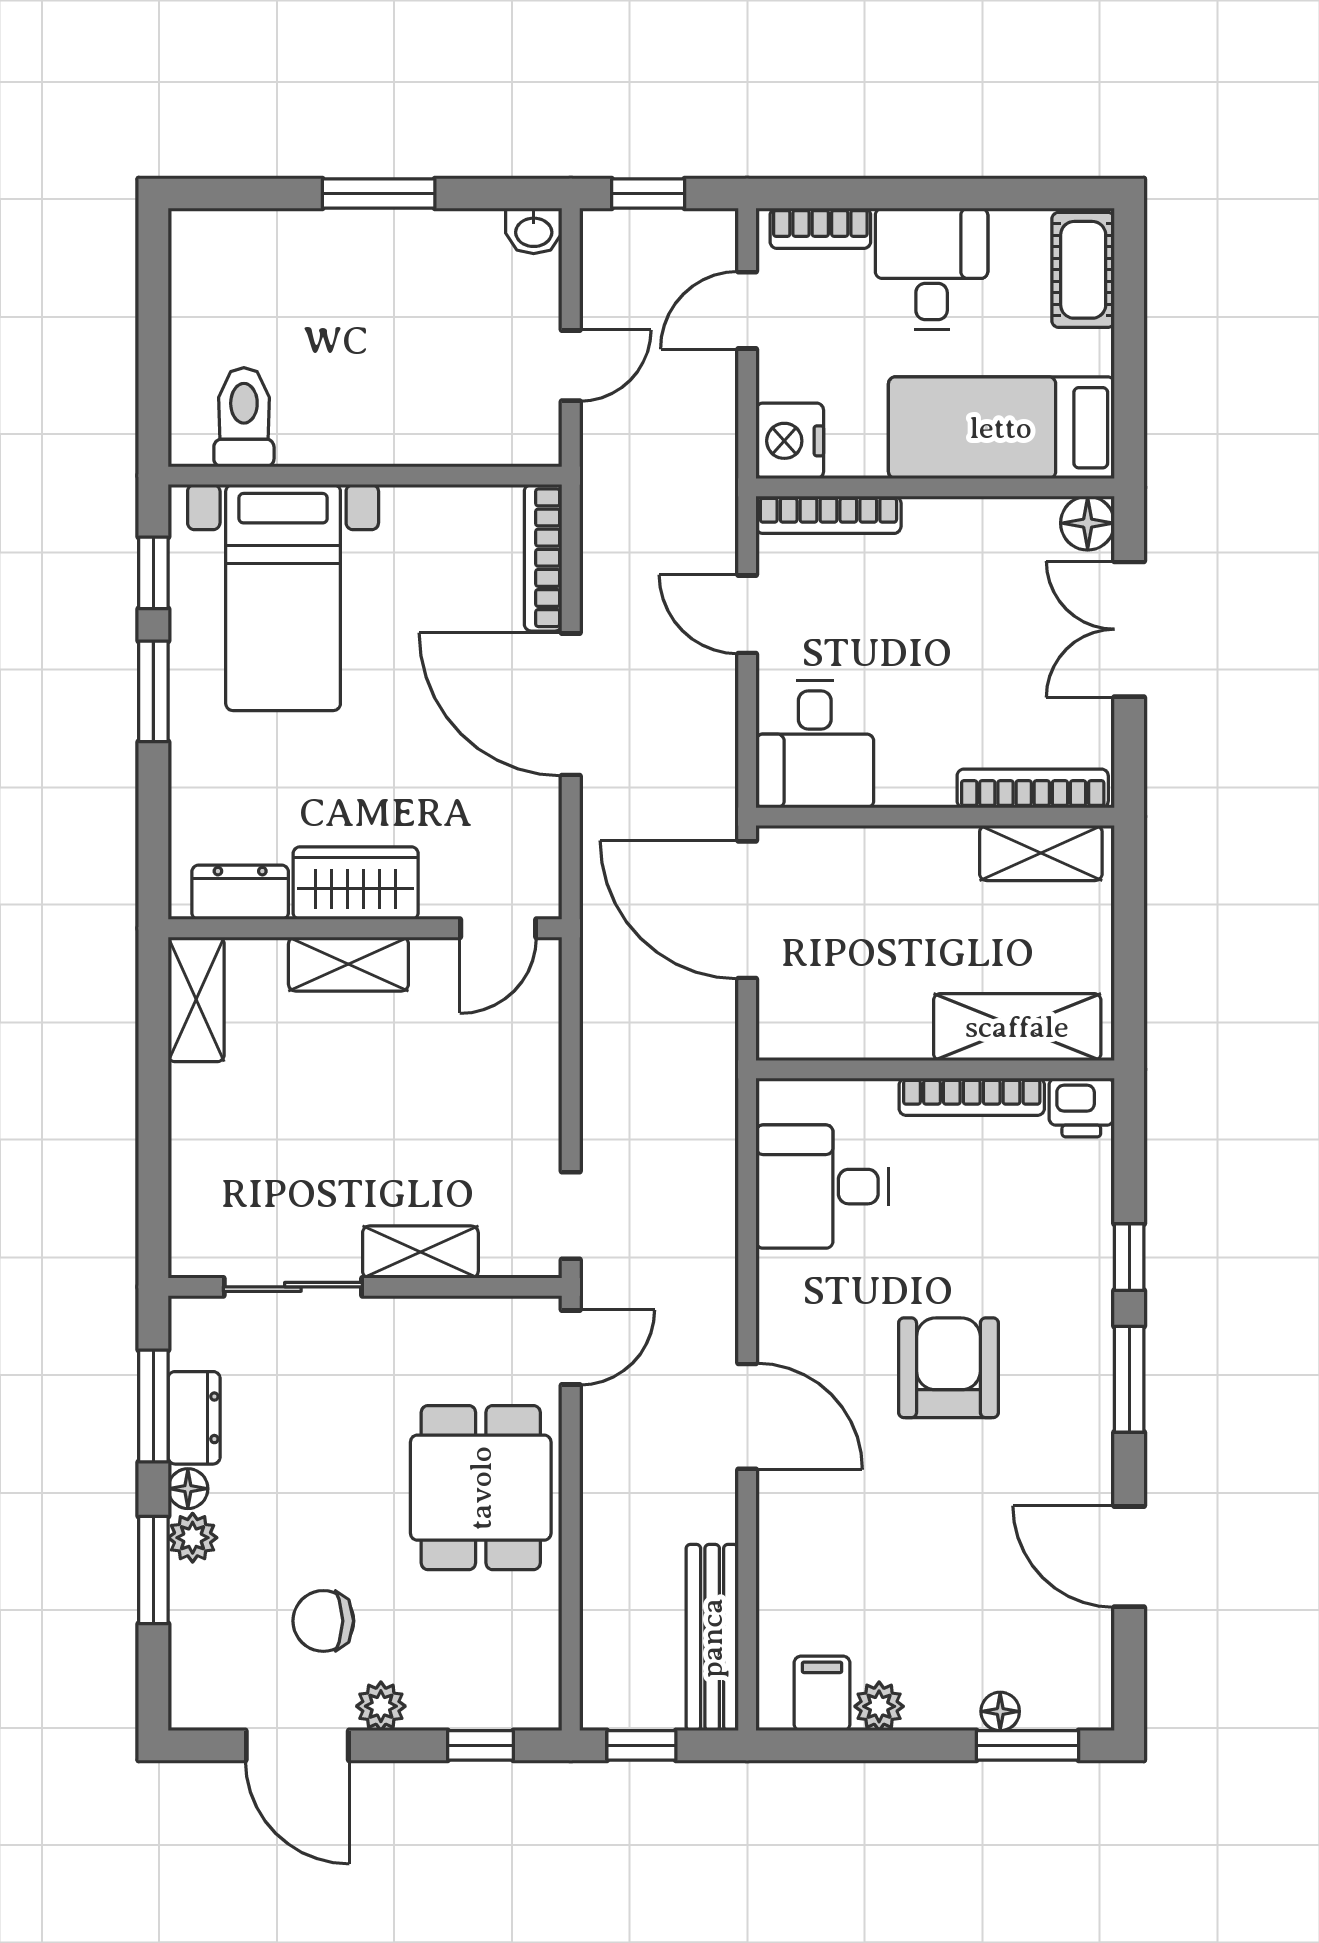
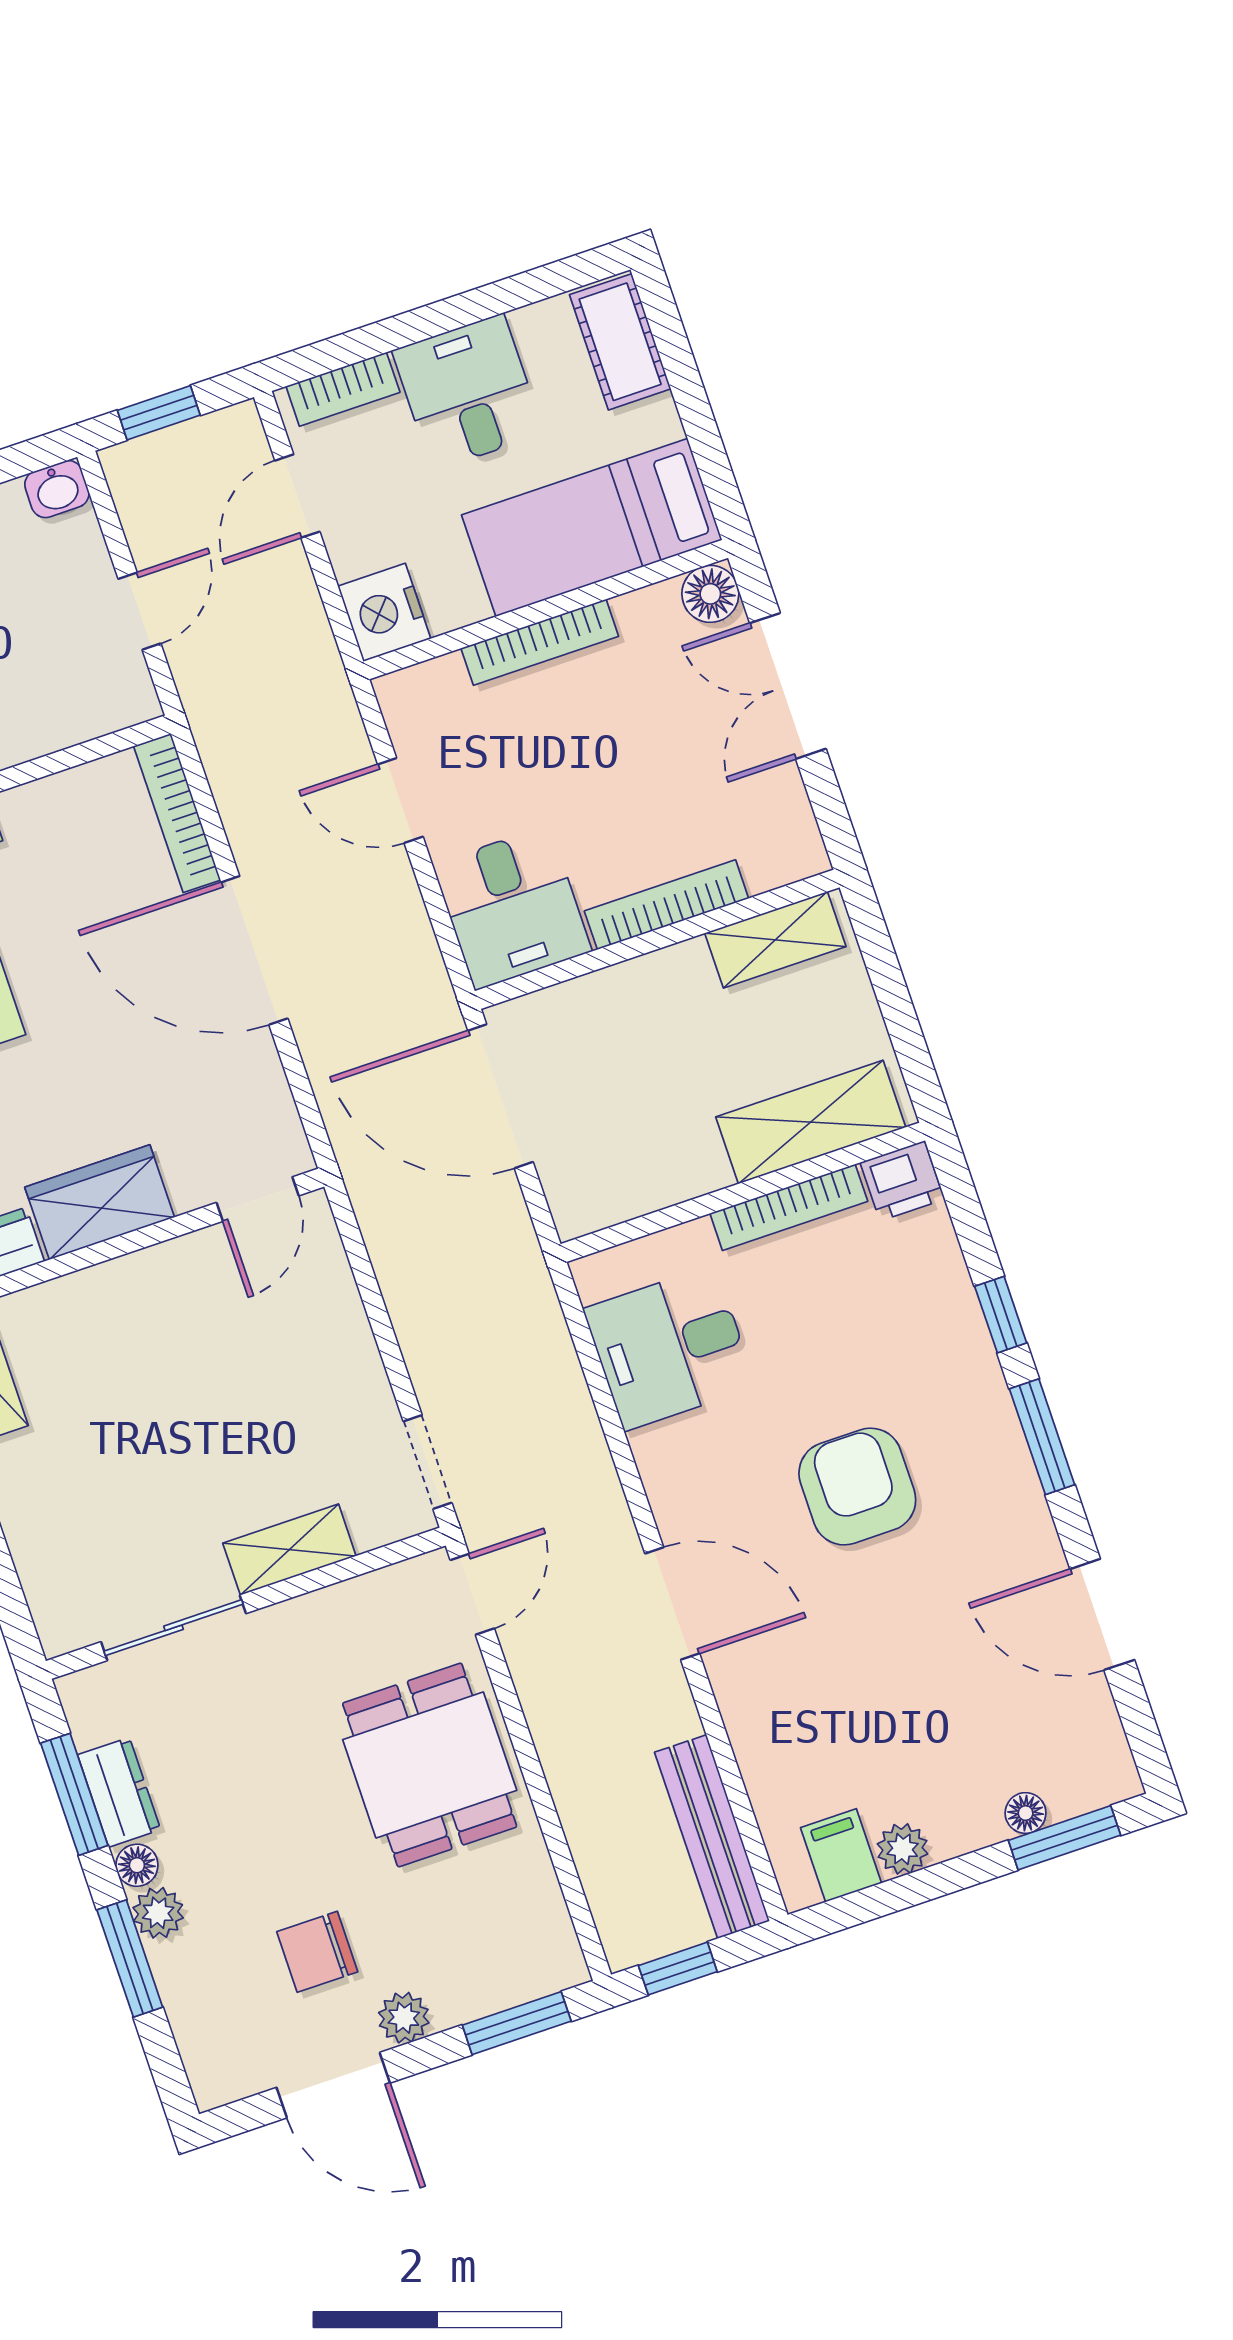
bookcase: (828, 515) -> (540, 642), moved
bookcase: (1033, 788) -> (666, 905), moved
shelving: (348, 964) -> (120, 1286), removed
window: (480, 1745) -> (517, 2023), width x1.50

